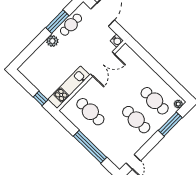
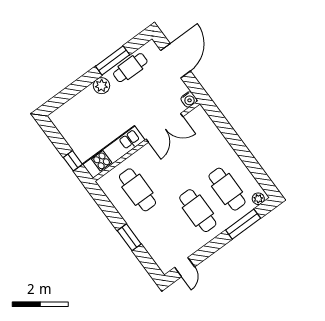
window: (90, 147) -> (129, 237), width x0.47

